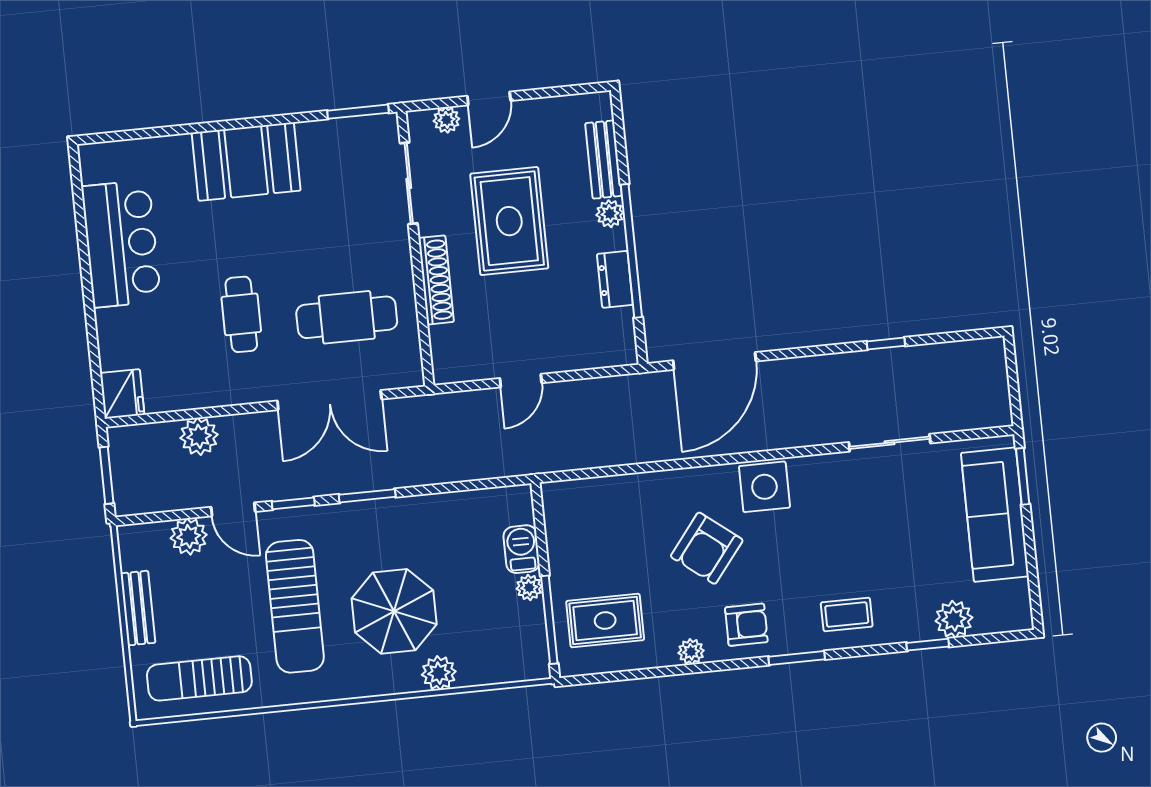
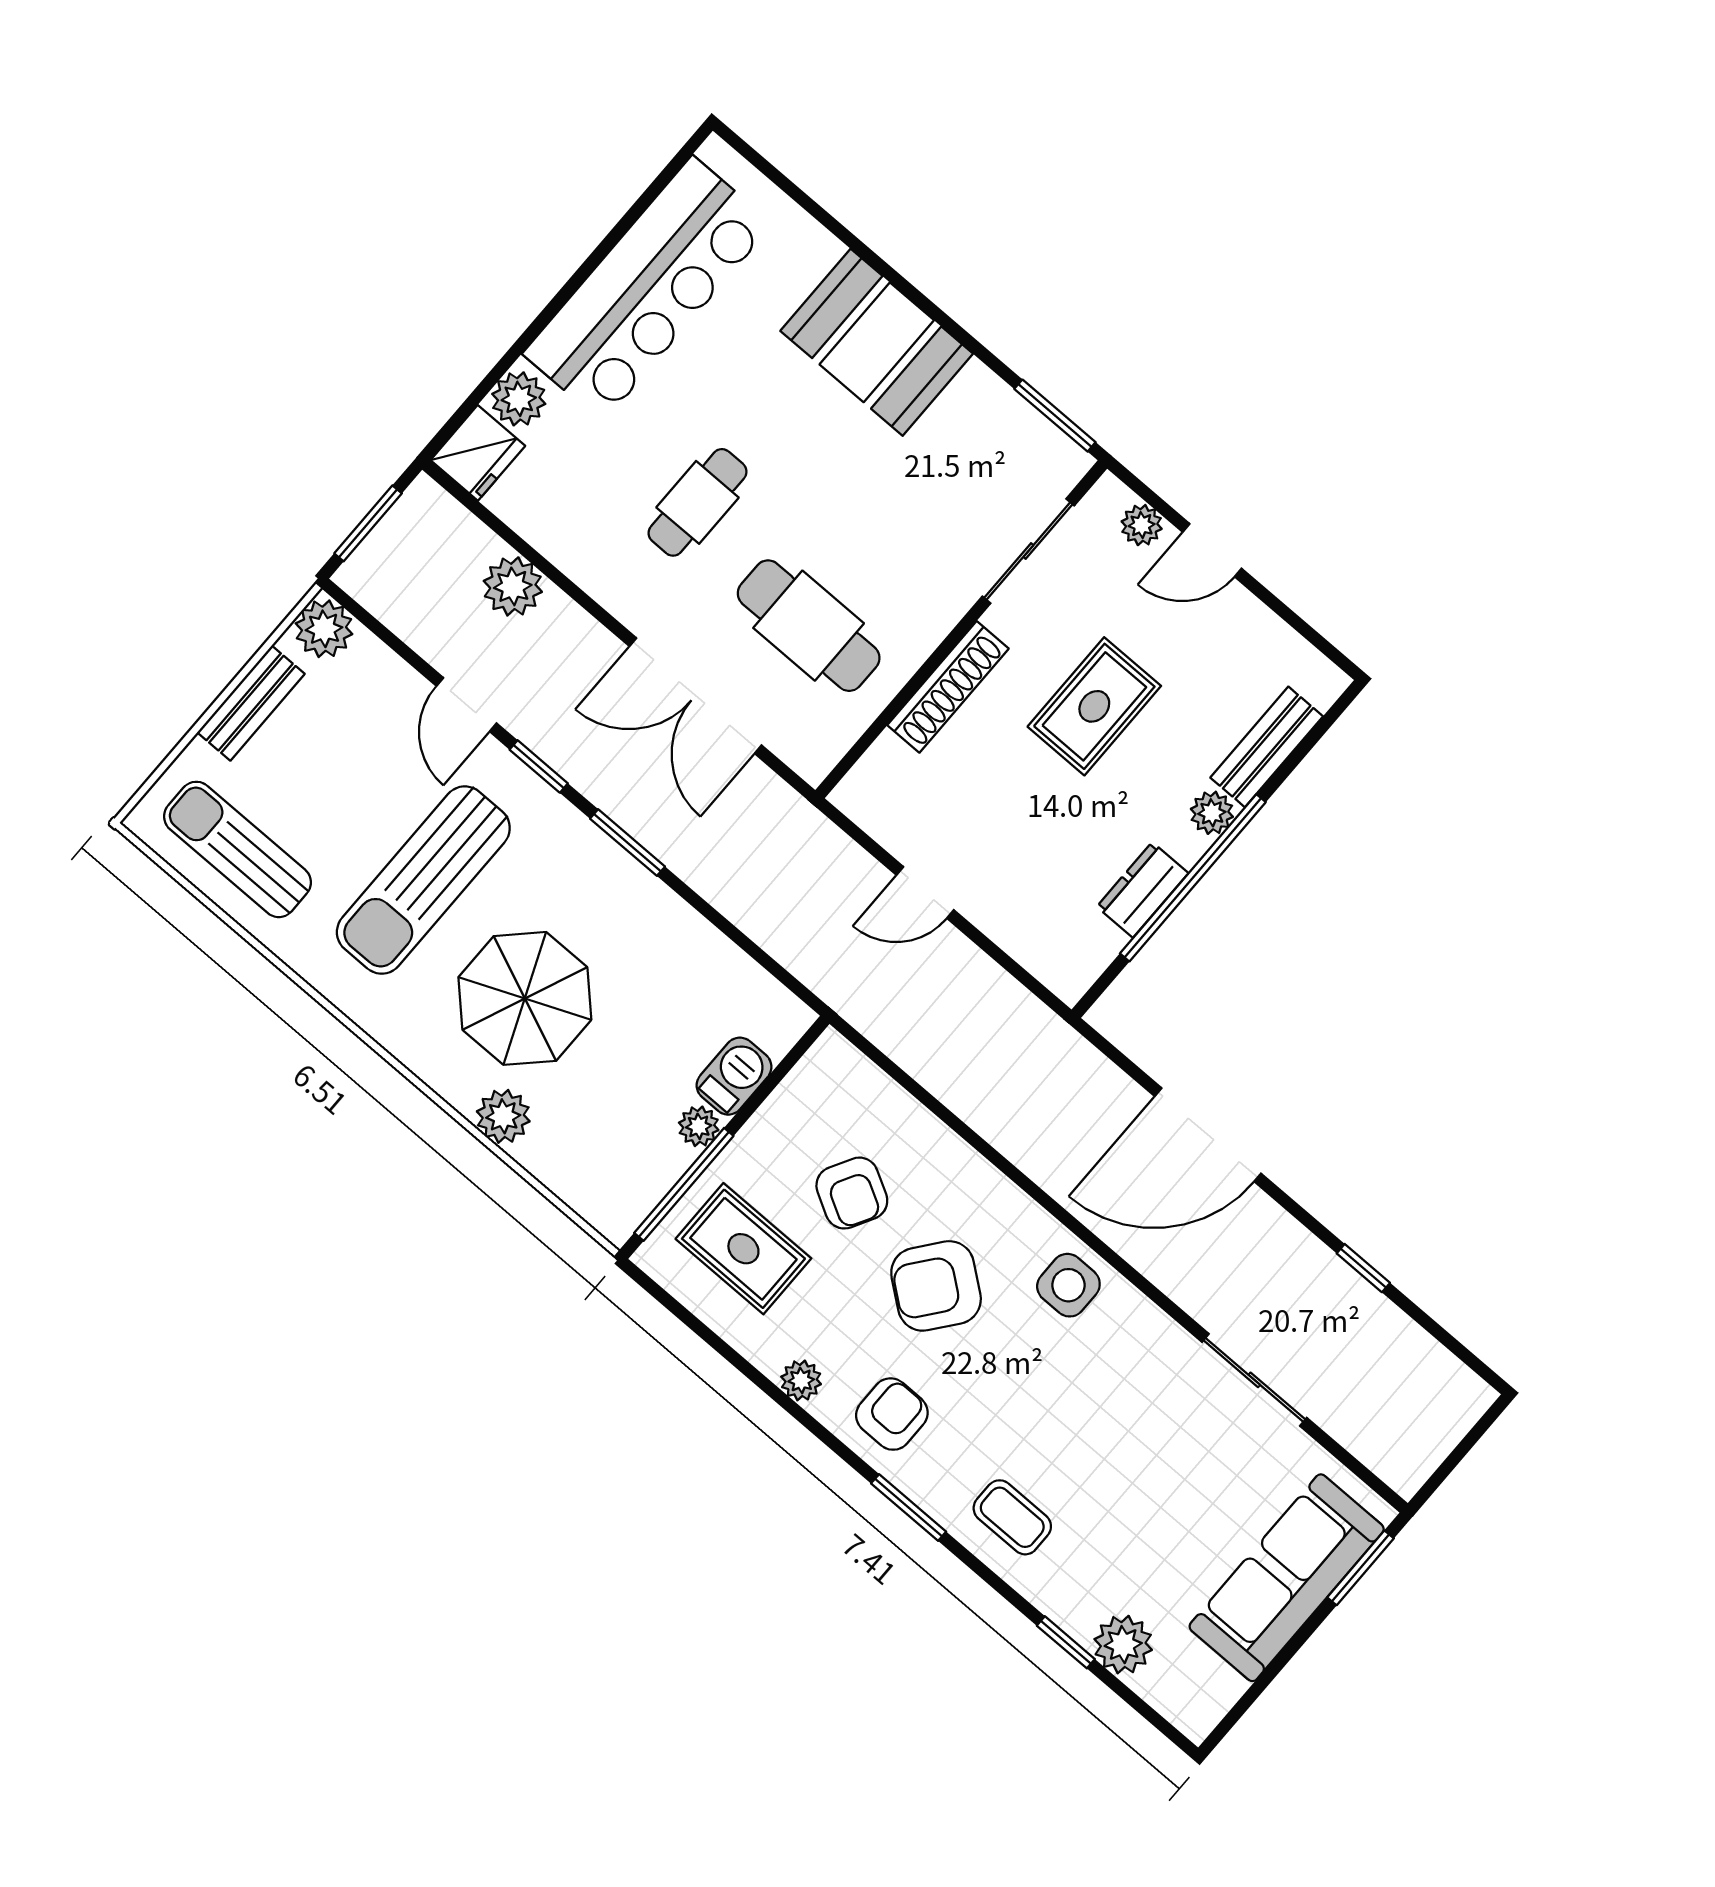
rug: (509, 221) -> (1094, 706), width x0.73, depth x0.70
bar counter: (121, 244) -> (648, 289), width x1.36
plant: (115, 351) -> (519, 399), added
door: (714, 361) -> (1208, 1135), moved
side table: (764, 487) -> (1068, 1285), width x0.73, depth x0.73
plant: (189, 536) -> (324, 629), moved
armchair: (627, 546) -> (852, 1193), added
armchair: (746, 625) -> (892, 1414), turned -90

